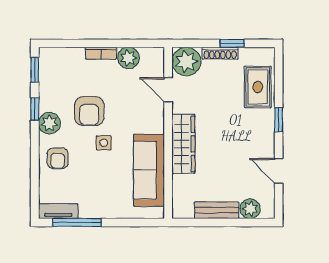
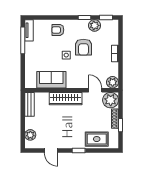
plant: (128, 58) -> (113, 82), moved
door: (168, 90) -> (95, 90), hinge flipped
armchair: (89, 111) -> (83, 47), turned -90
plant: (49, 123) -> (95, 25), moved
sofa: (149, 170) -> (51, 80), width x0.73
door: (279, 171) -> (51, 150), swing flipped
bench: (217, 210) -> (29, 104), moved

